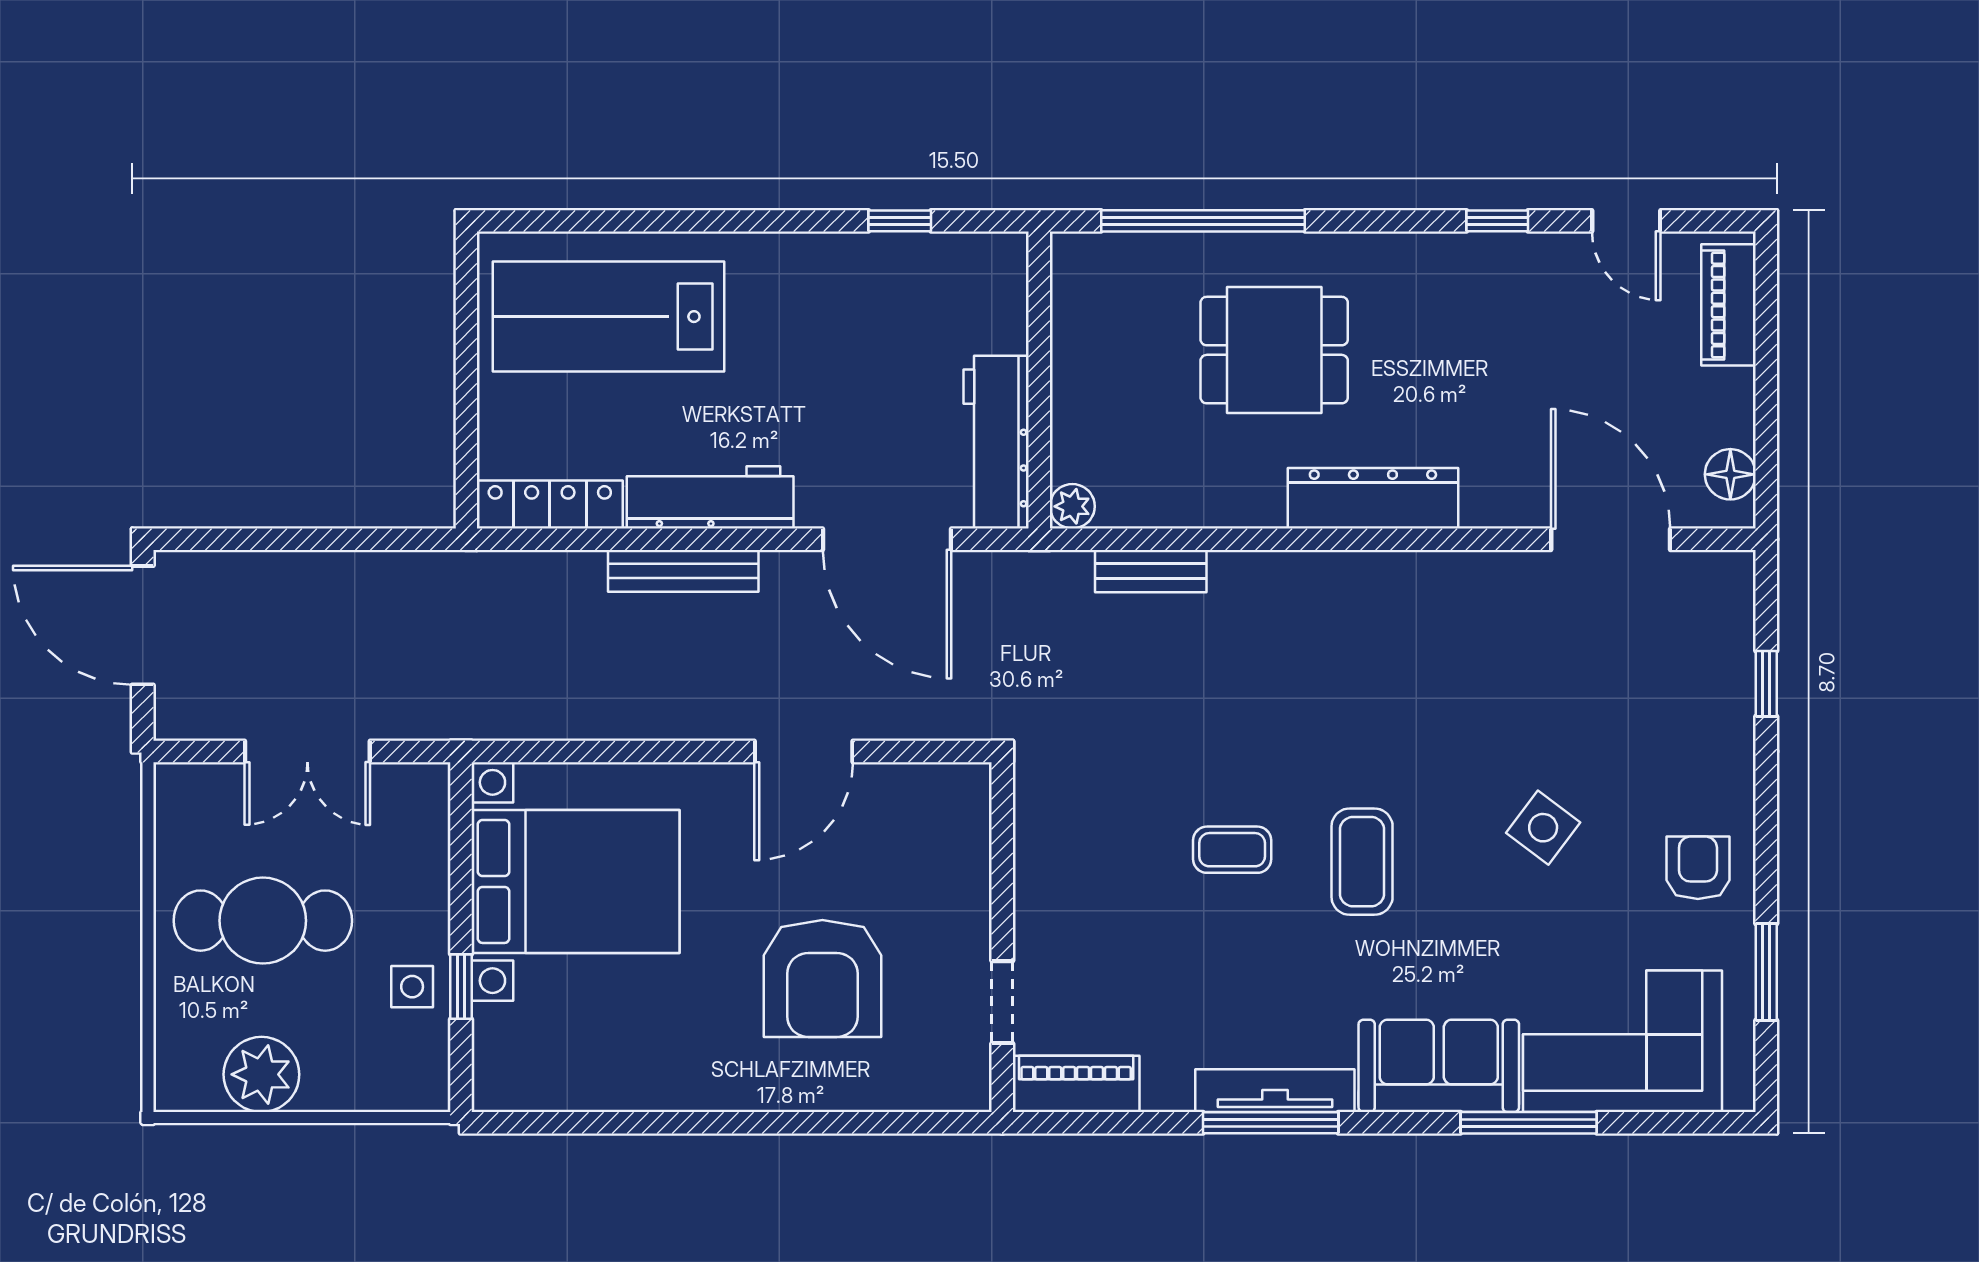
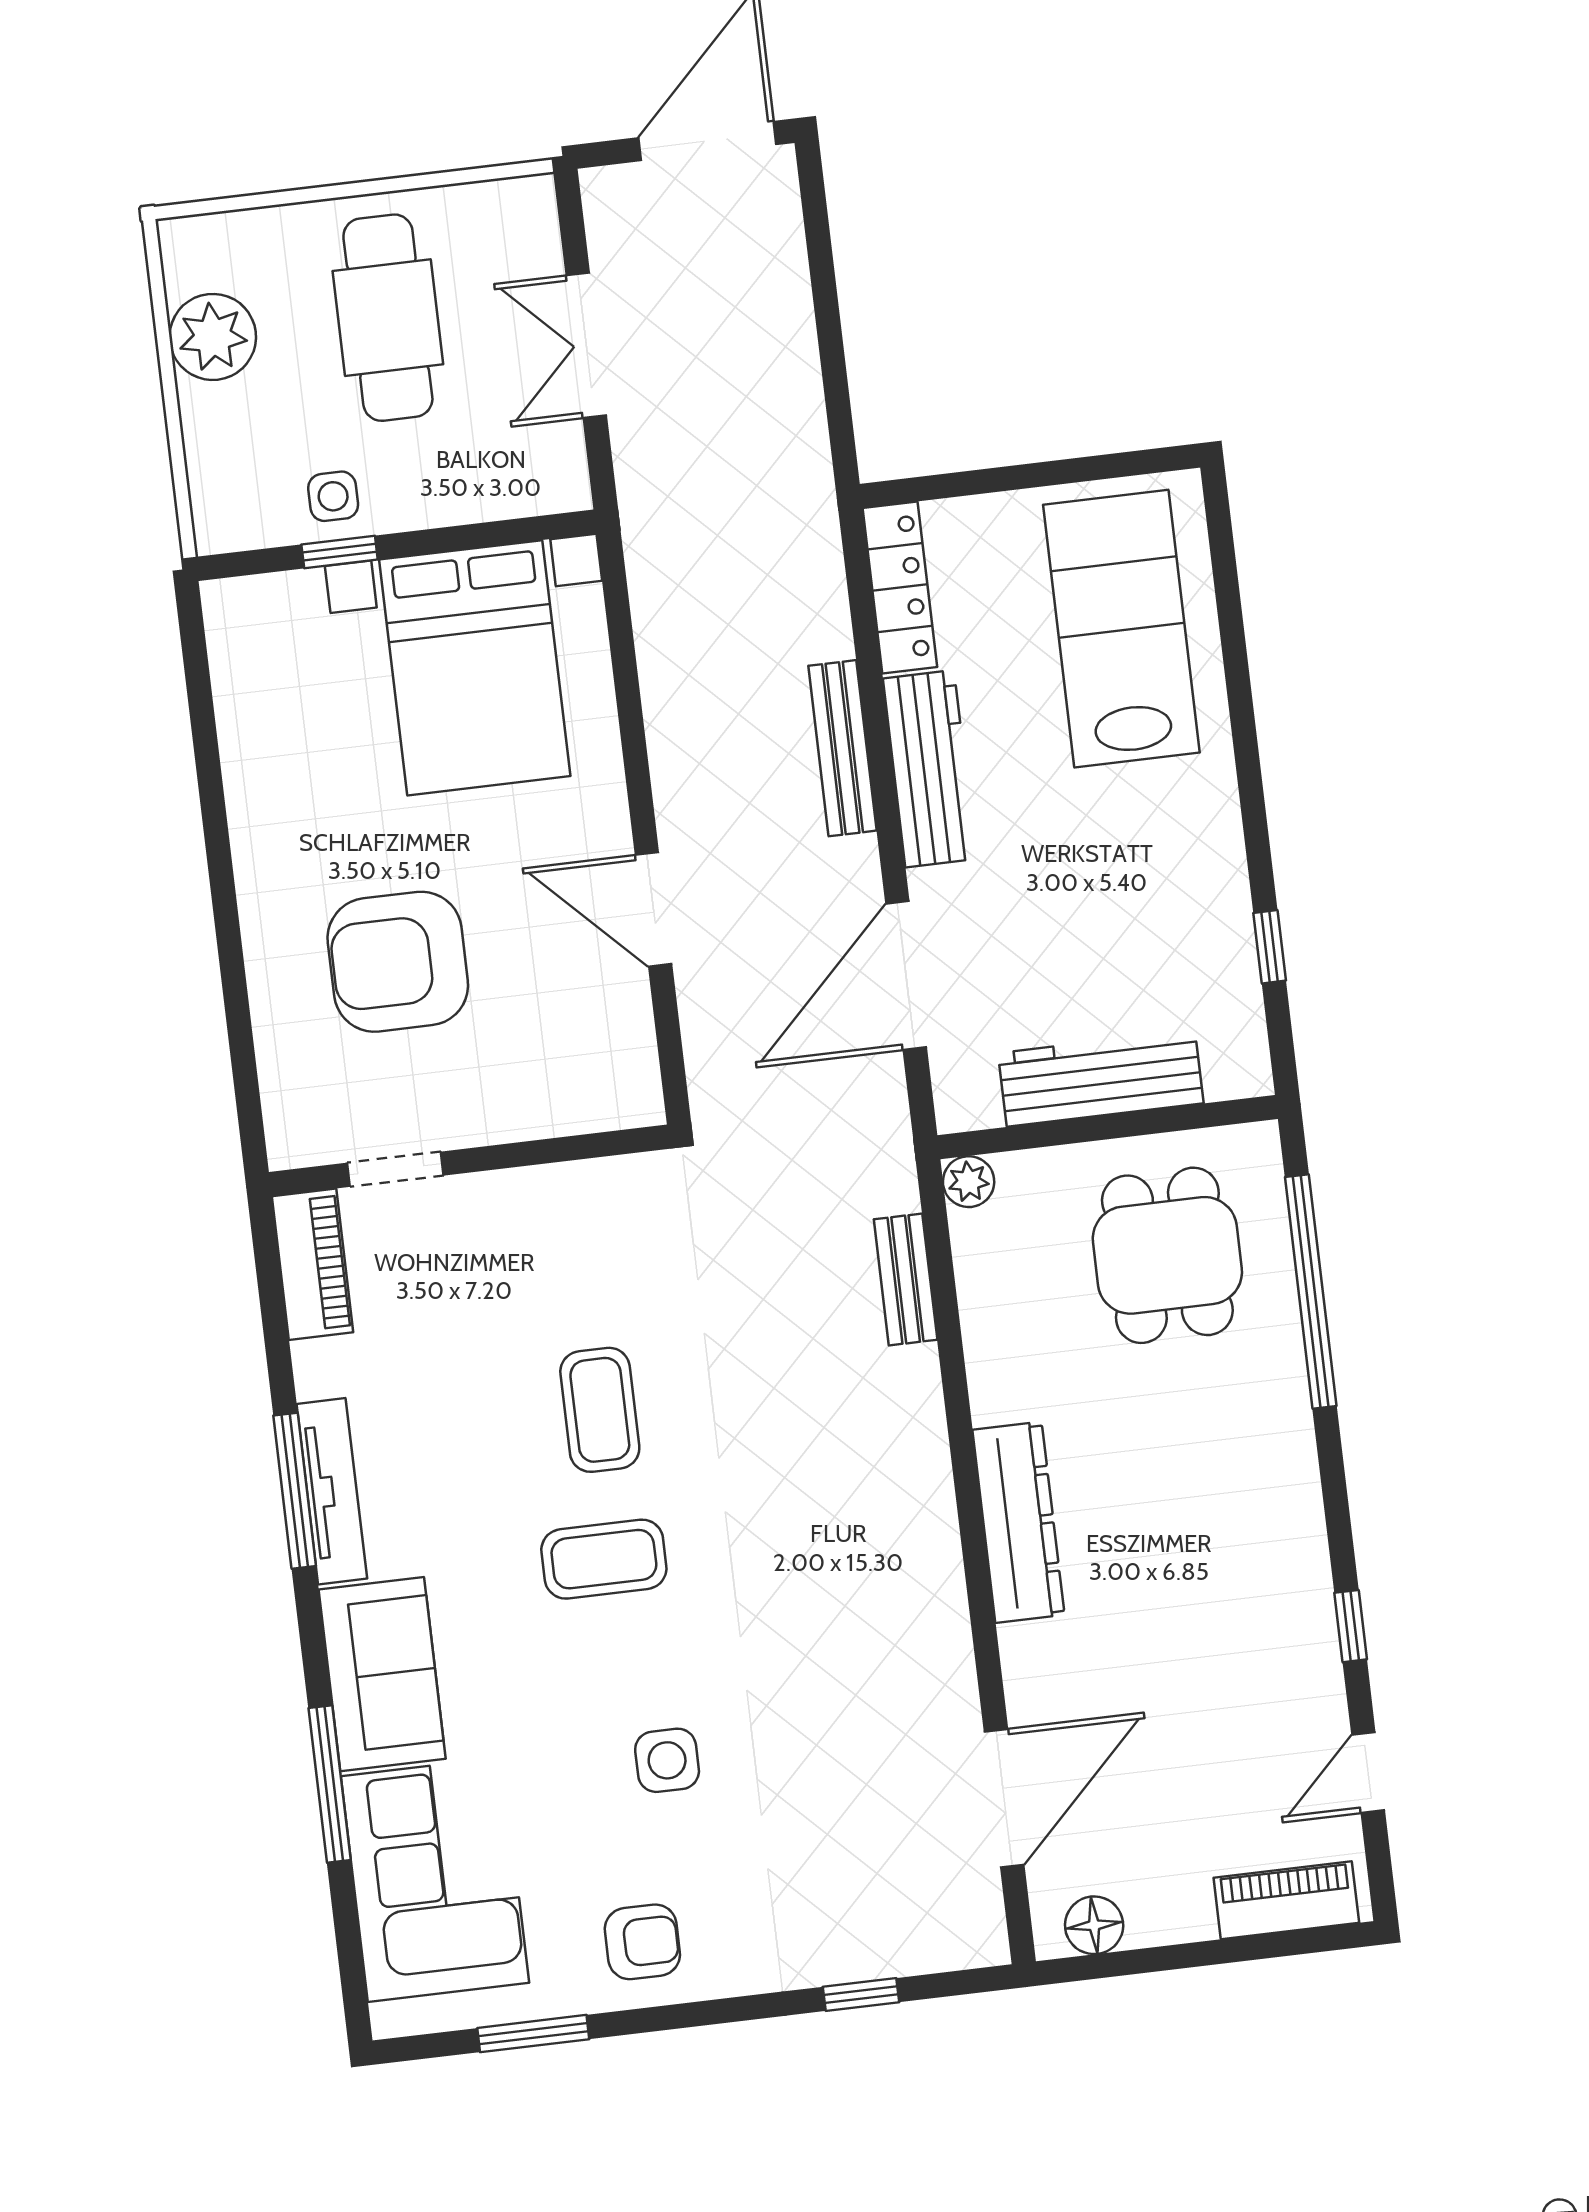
dining table: (1274, 350) -> (1167, 1255), moved
workbench: (996, 442) -> (1101, 1078), moved
side table: (1543, 828) -> (667, 1760), turned -37
coffee table: (1232, 850) -> (600, 1410), width x1.36, depth x1.30

